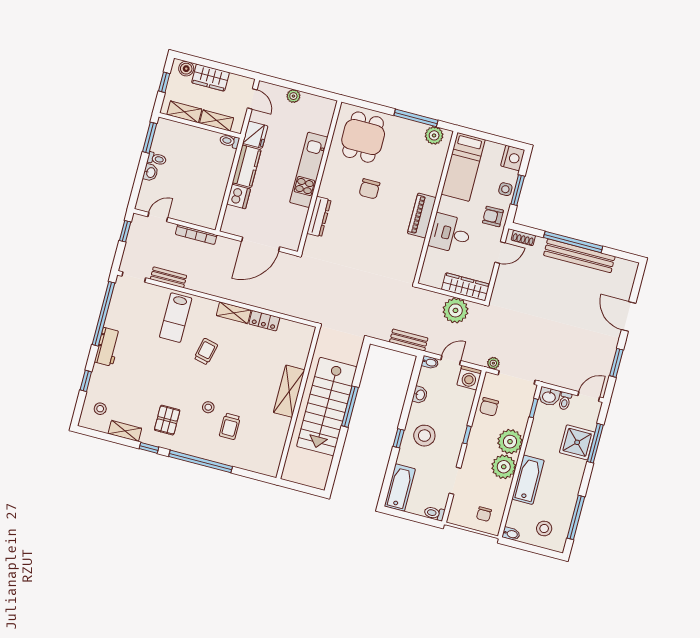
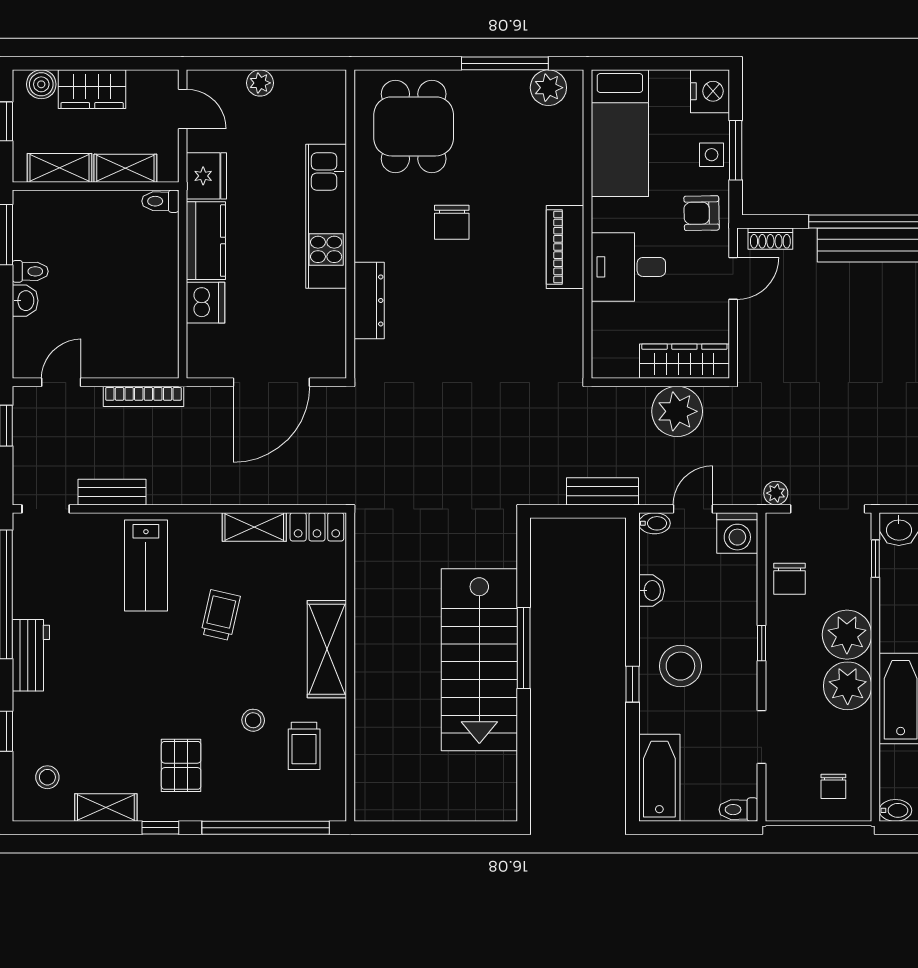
shelving: (289, 391) -> (327, 649), moved
wall: (298, 403) -> (350, 667), moved

